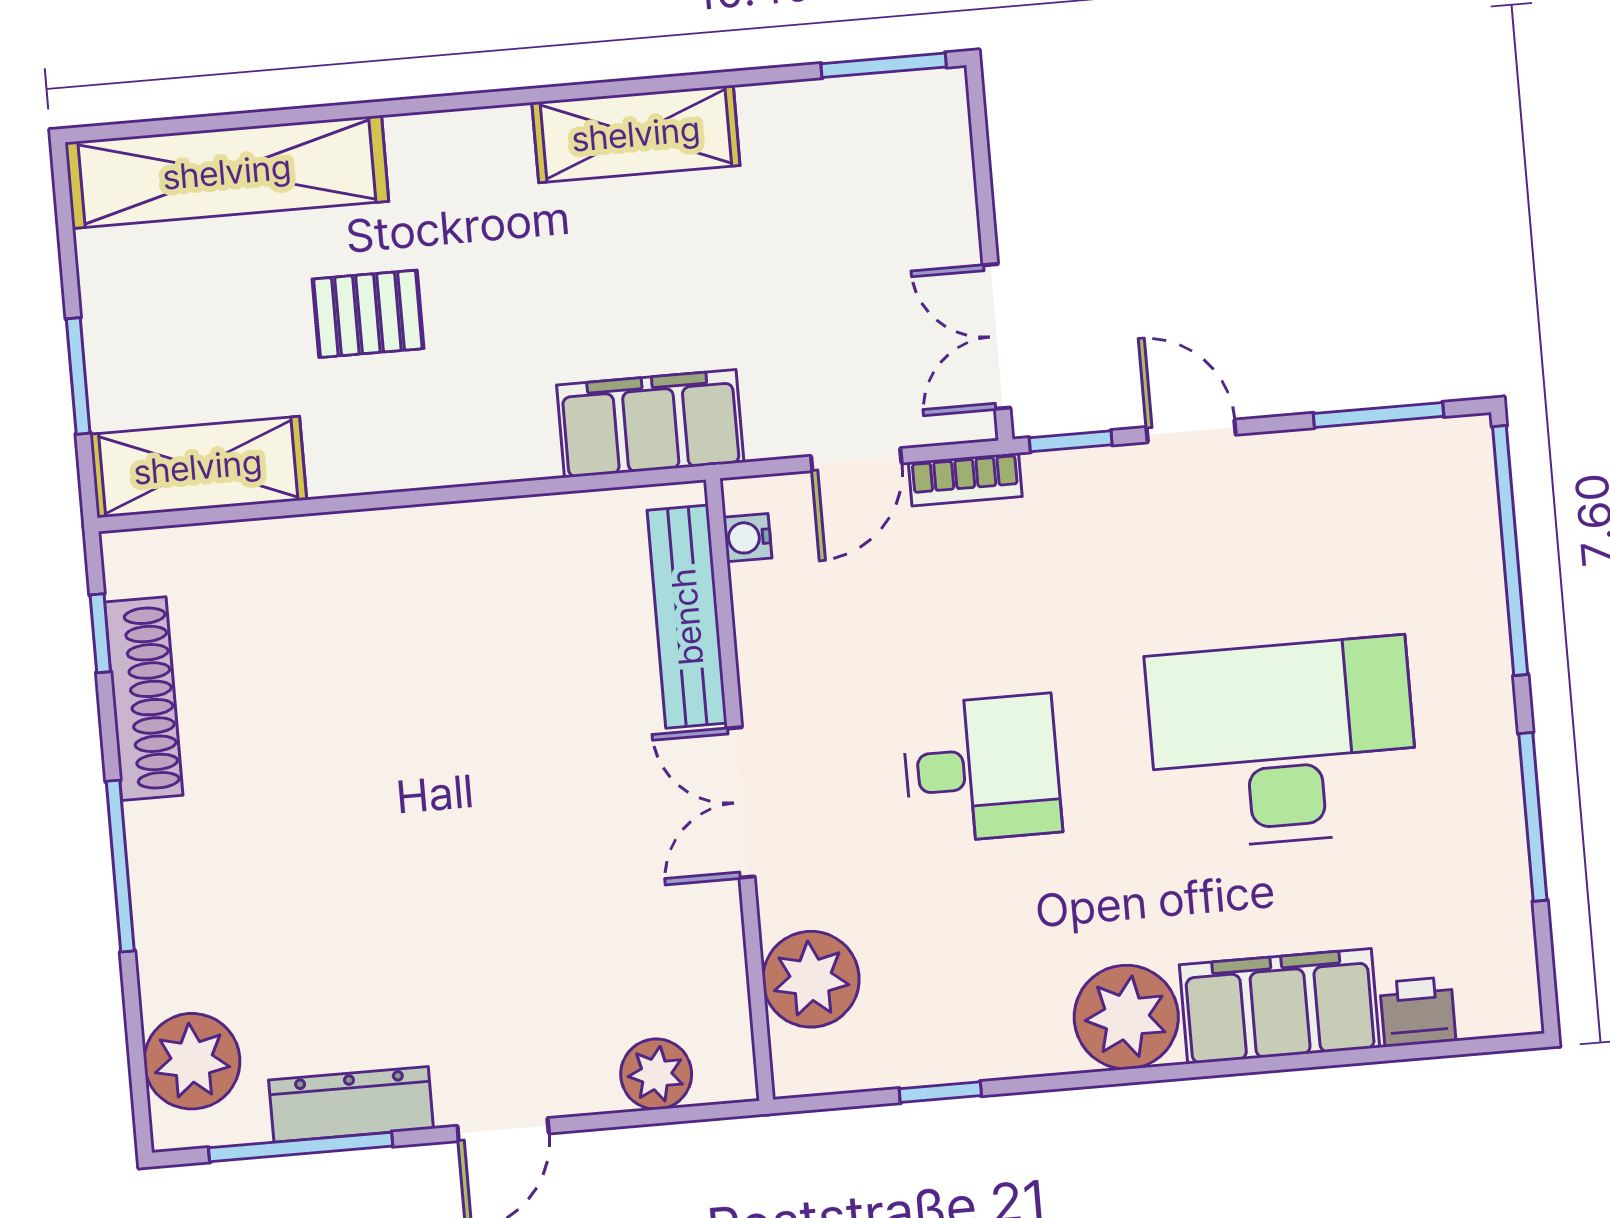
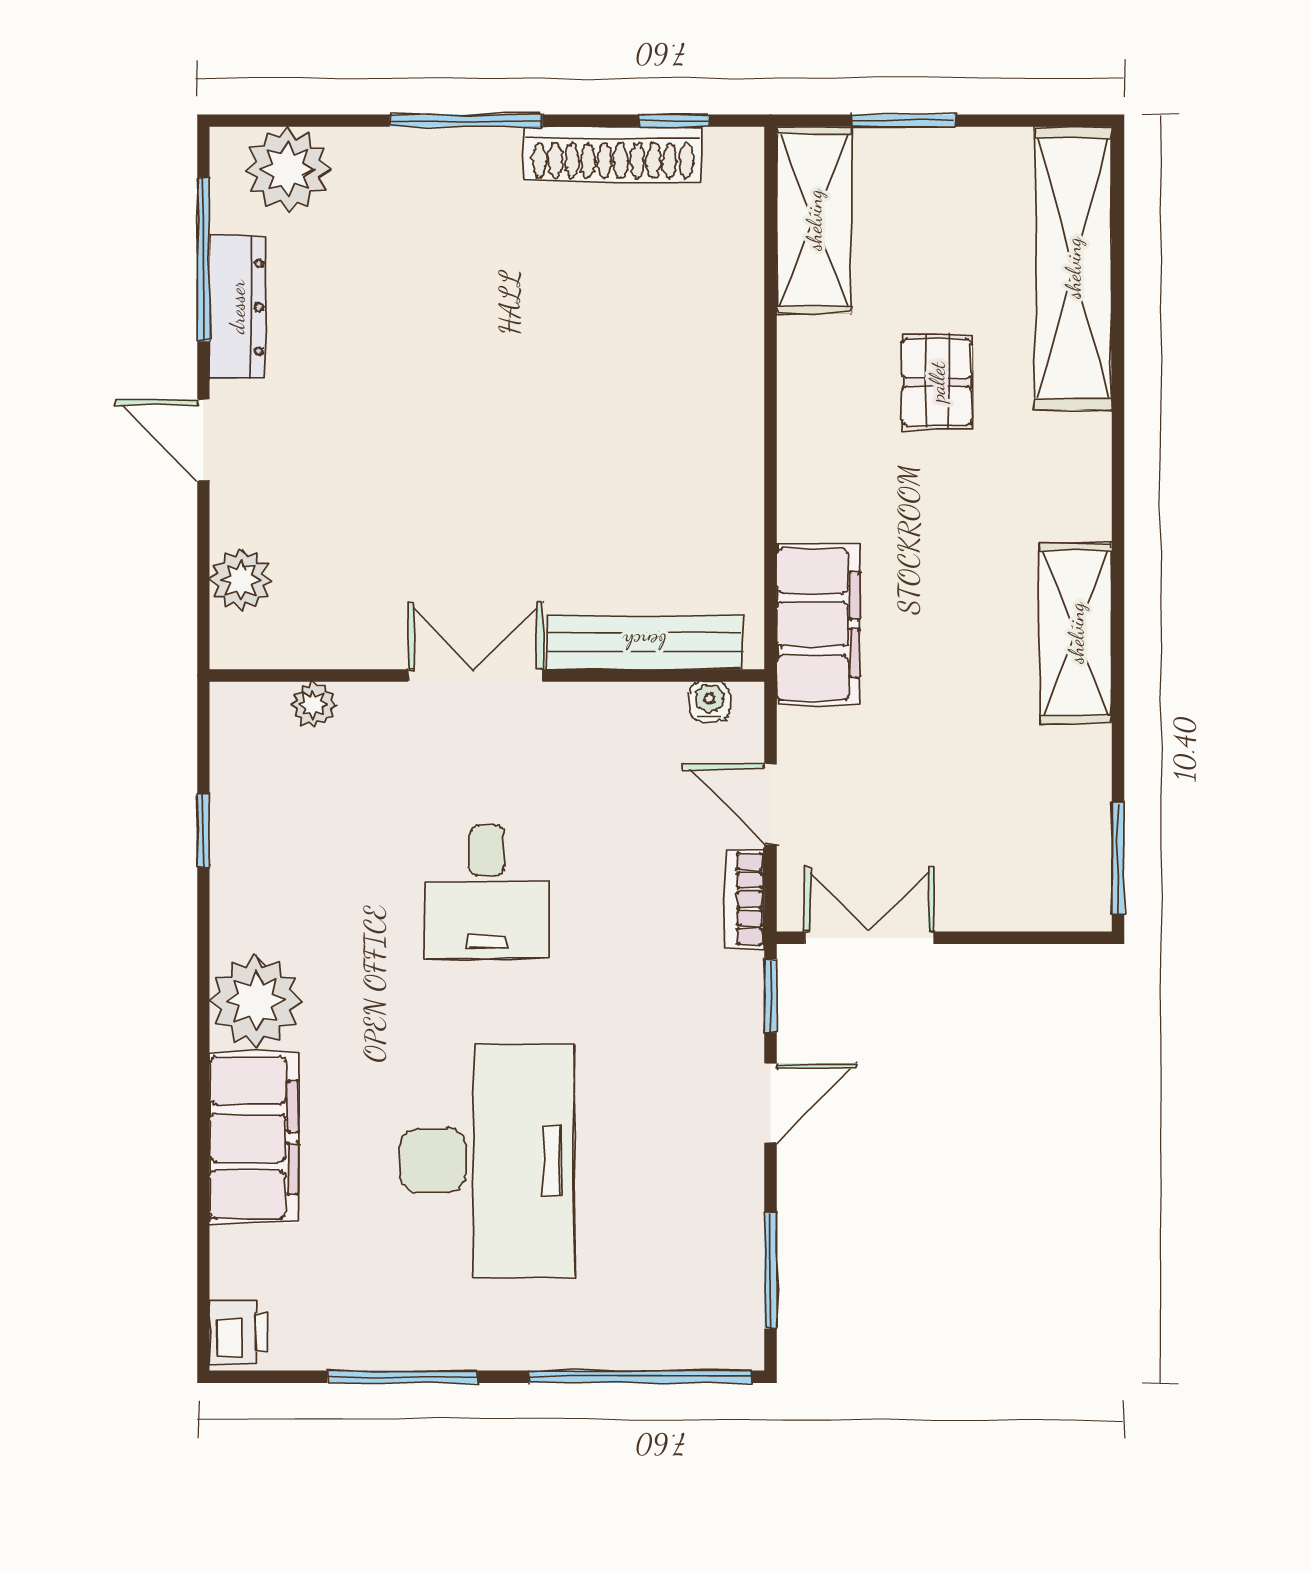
plant: (811, 979) -> (313, 704), width x0.53, depth x0.53
printer: (1418, 1012) -> (238, 1332), moved

